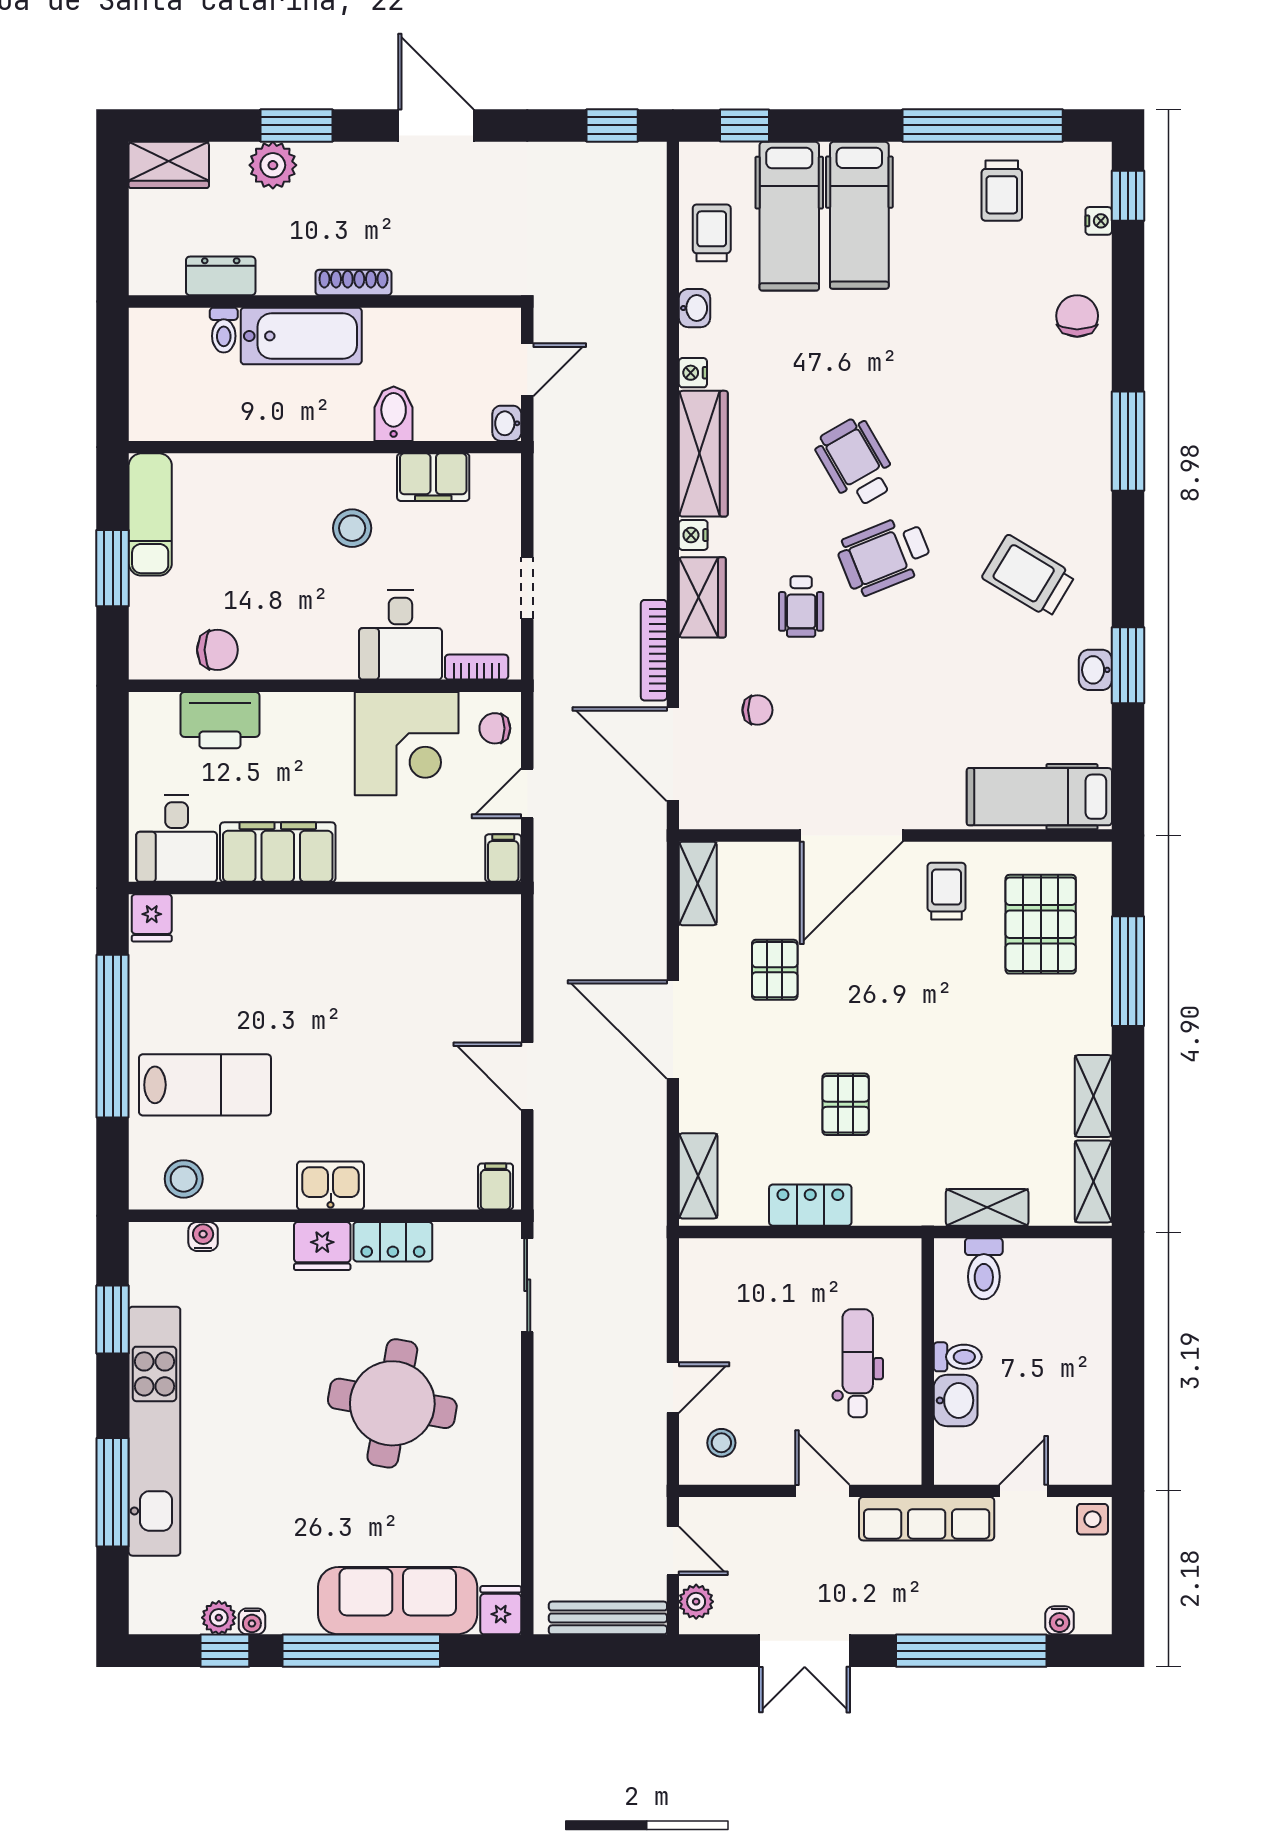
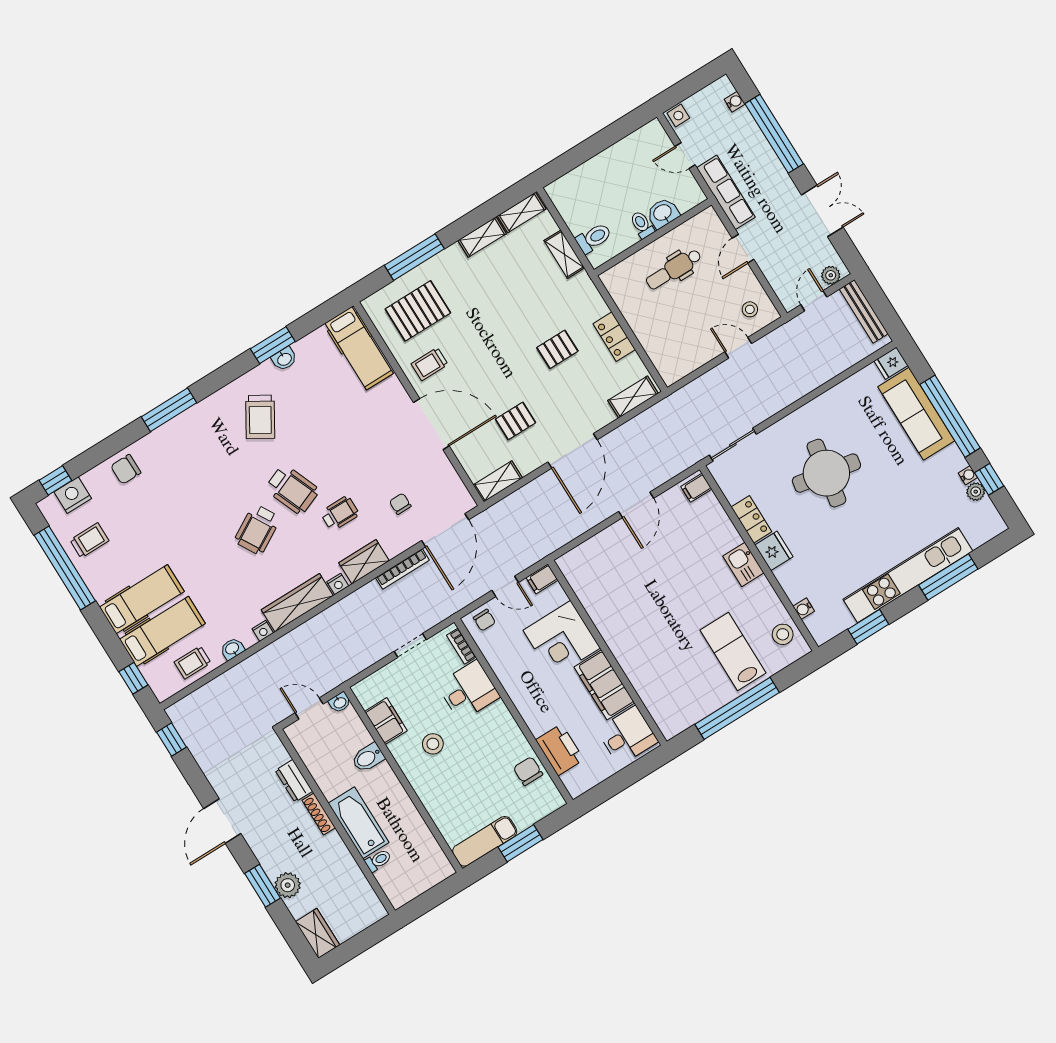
nightstand: (1099, 221) -> (73, 495), width x1.89, depth x1.79
dresser: (221, 276) -> (294, 781), moved
corner desk: (407, 744) -> (562, 639), moved, turned 180
fridge: (152, 918) -> (671, 724), removed

